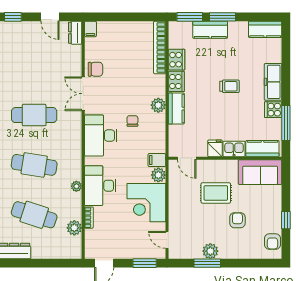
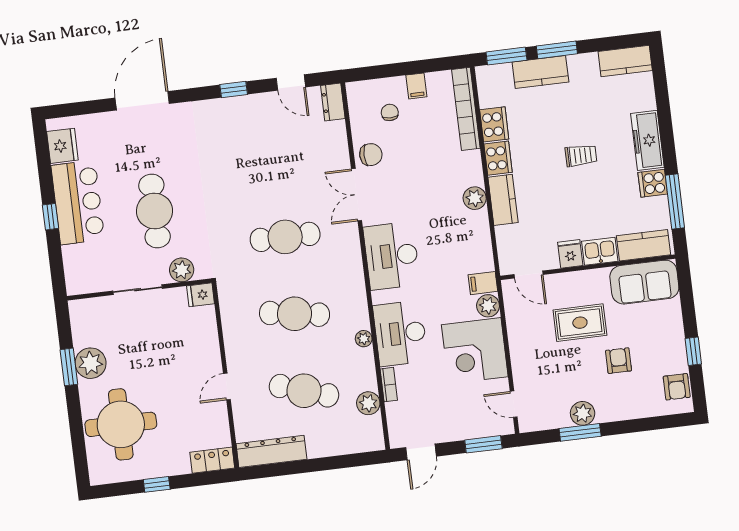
filing cabinet: (90, 29) -> (416, 86), moved
chair: (132, 121) -> (390, 112), moved

